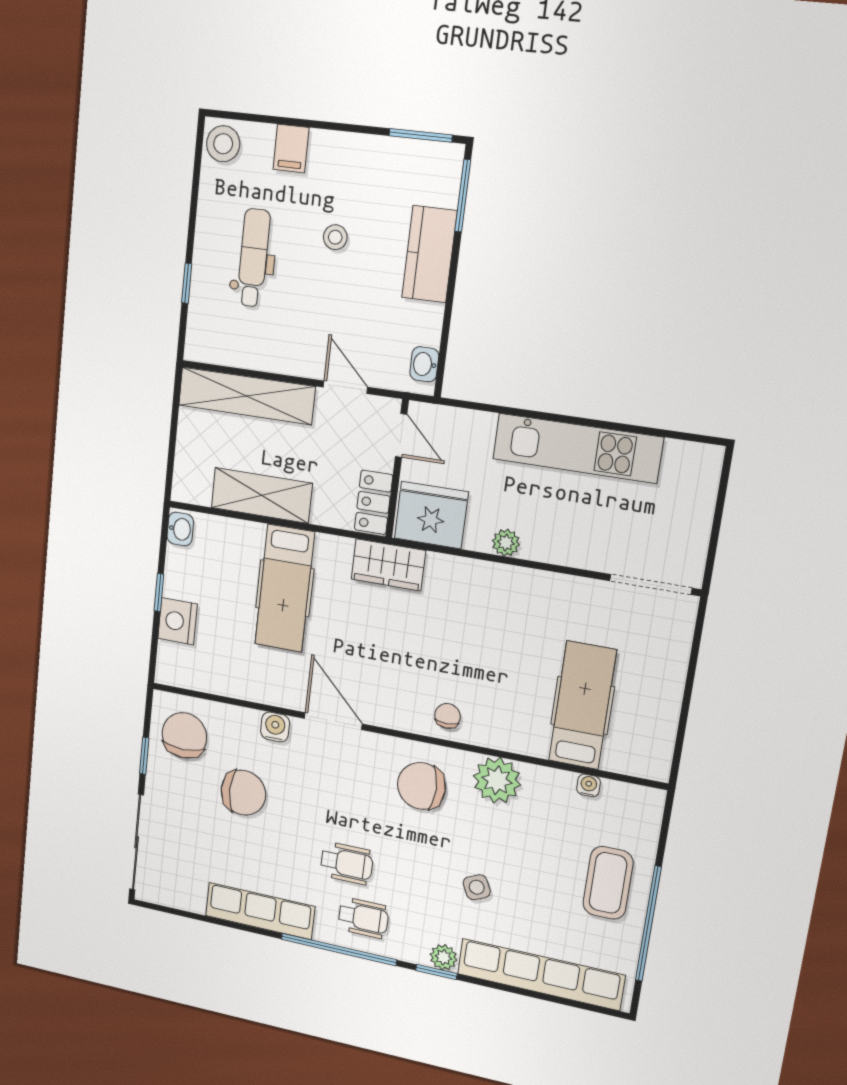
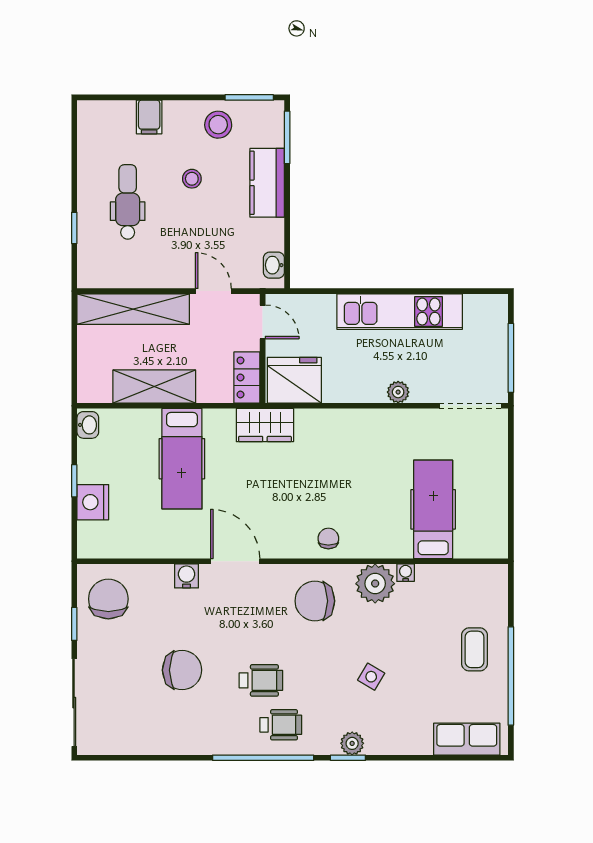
stool: (223, 144) -> (218, 125), moved
window: (715, 532) -> (511, 358), added
plant: (506, 543) -> (398, 392), moved
water cooler: (589, 785) -> (406, 573), moved
chair: (243, 793) -> (182, 670), moved
coffee table: (608, 883) -> (475, 649), width x0.73, depth x0.77
side table: (477, 887) -> (371, 677), turned -34
row of seats: (260, 911) -> (191, 740), removed
row of seats: (540, 974) -> (467, 739), width x0.50

